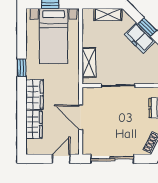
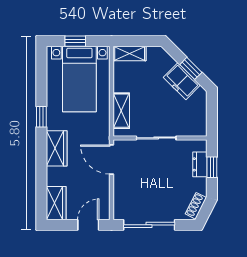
shelving: (108, 14) -> (130, 53), moved
door: (81, 117) -> (112, 160), moved
wardrobe: (34, 125) -> (56, 203), moved

